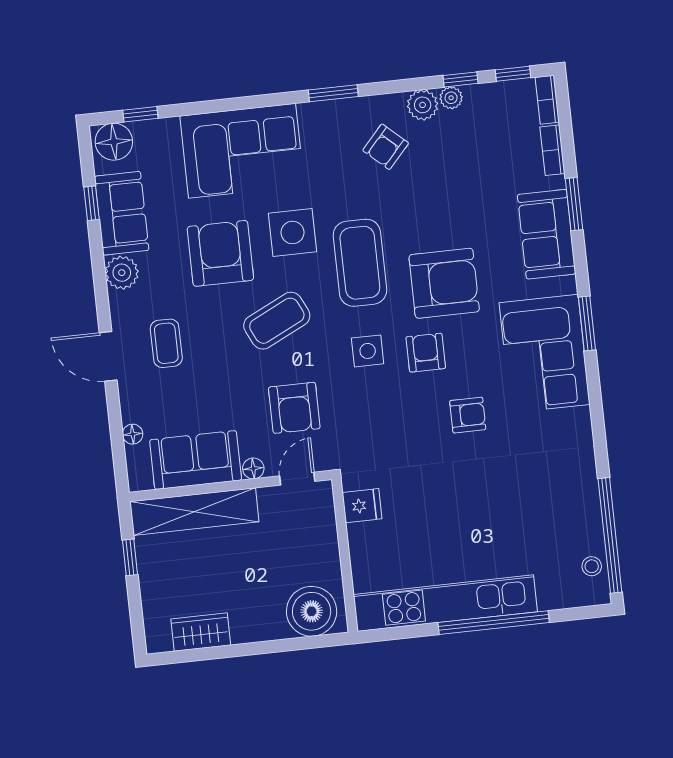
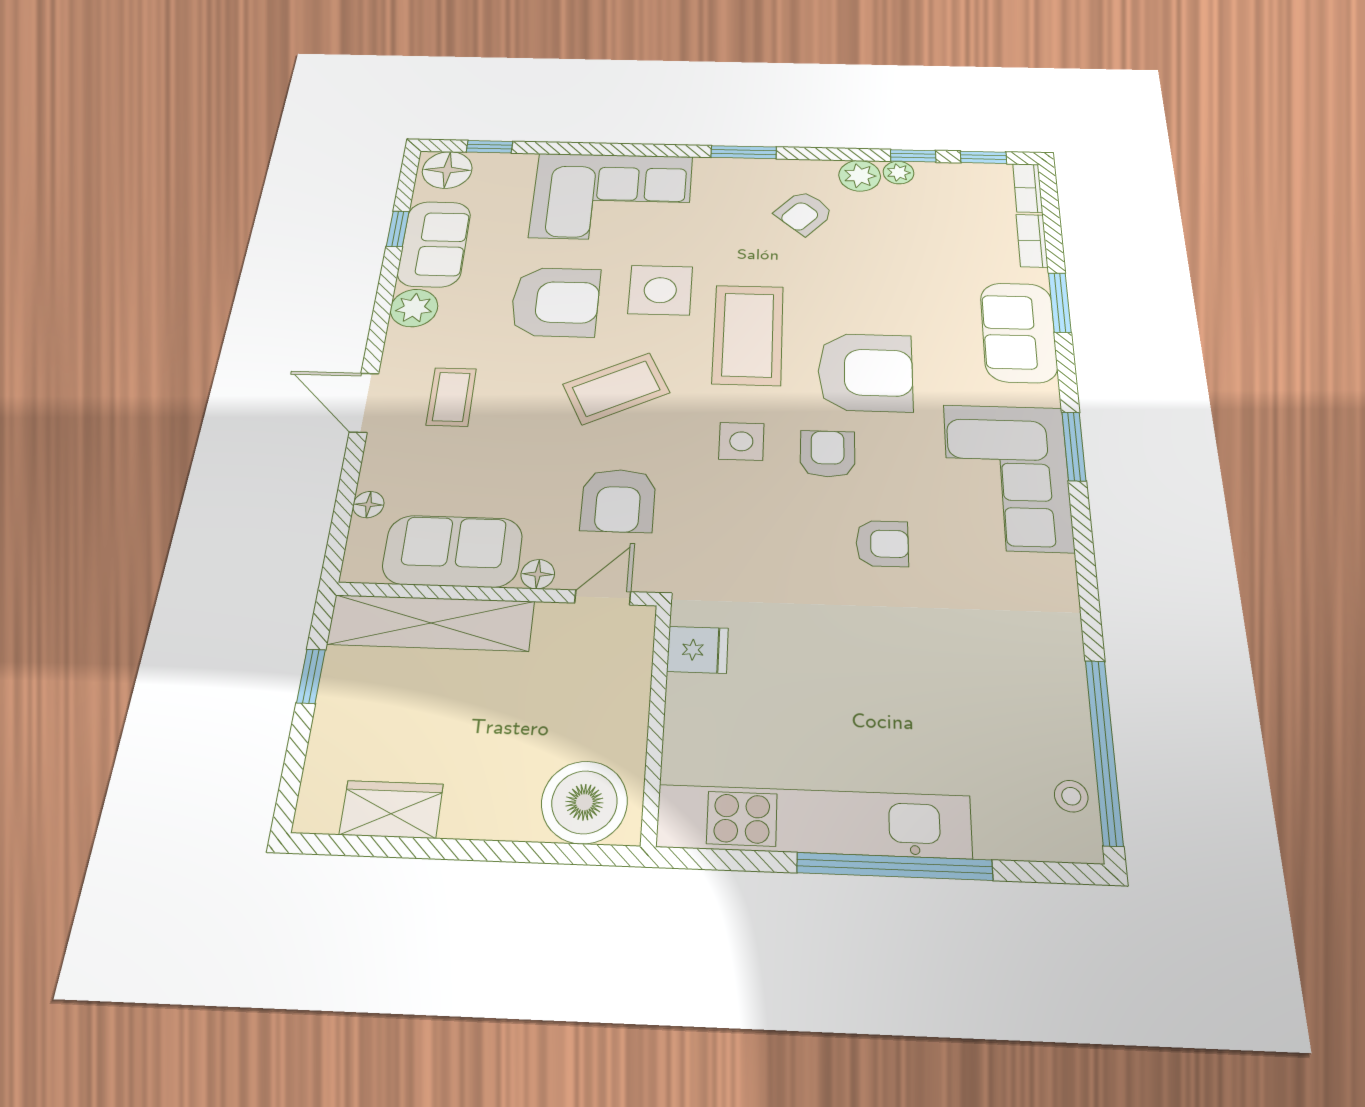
armchair: (220, 253) -> (555, 302), turned 90

